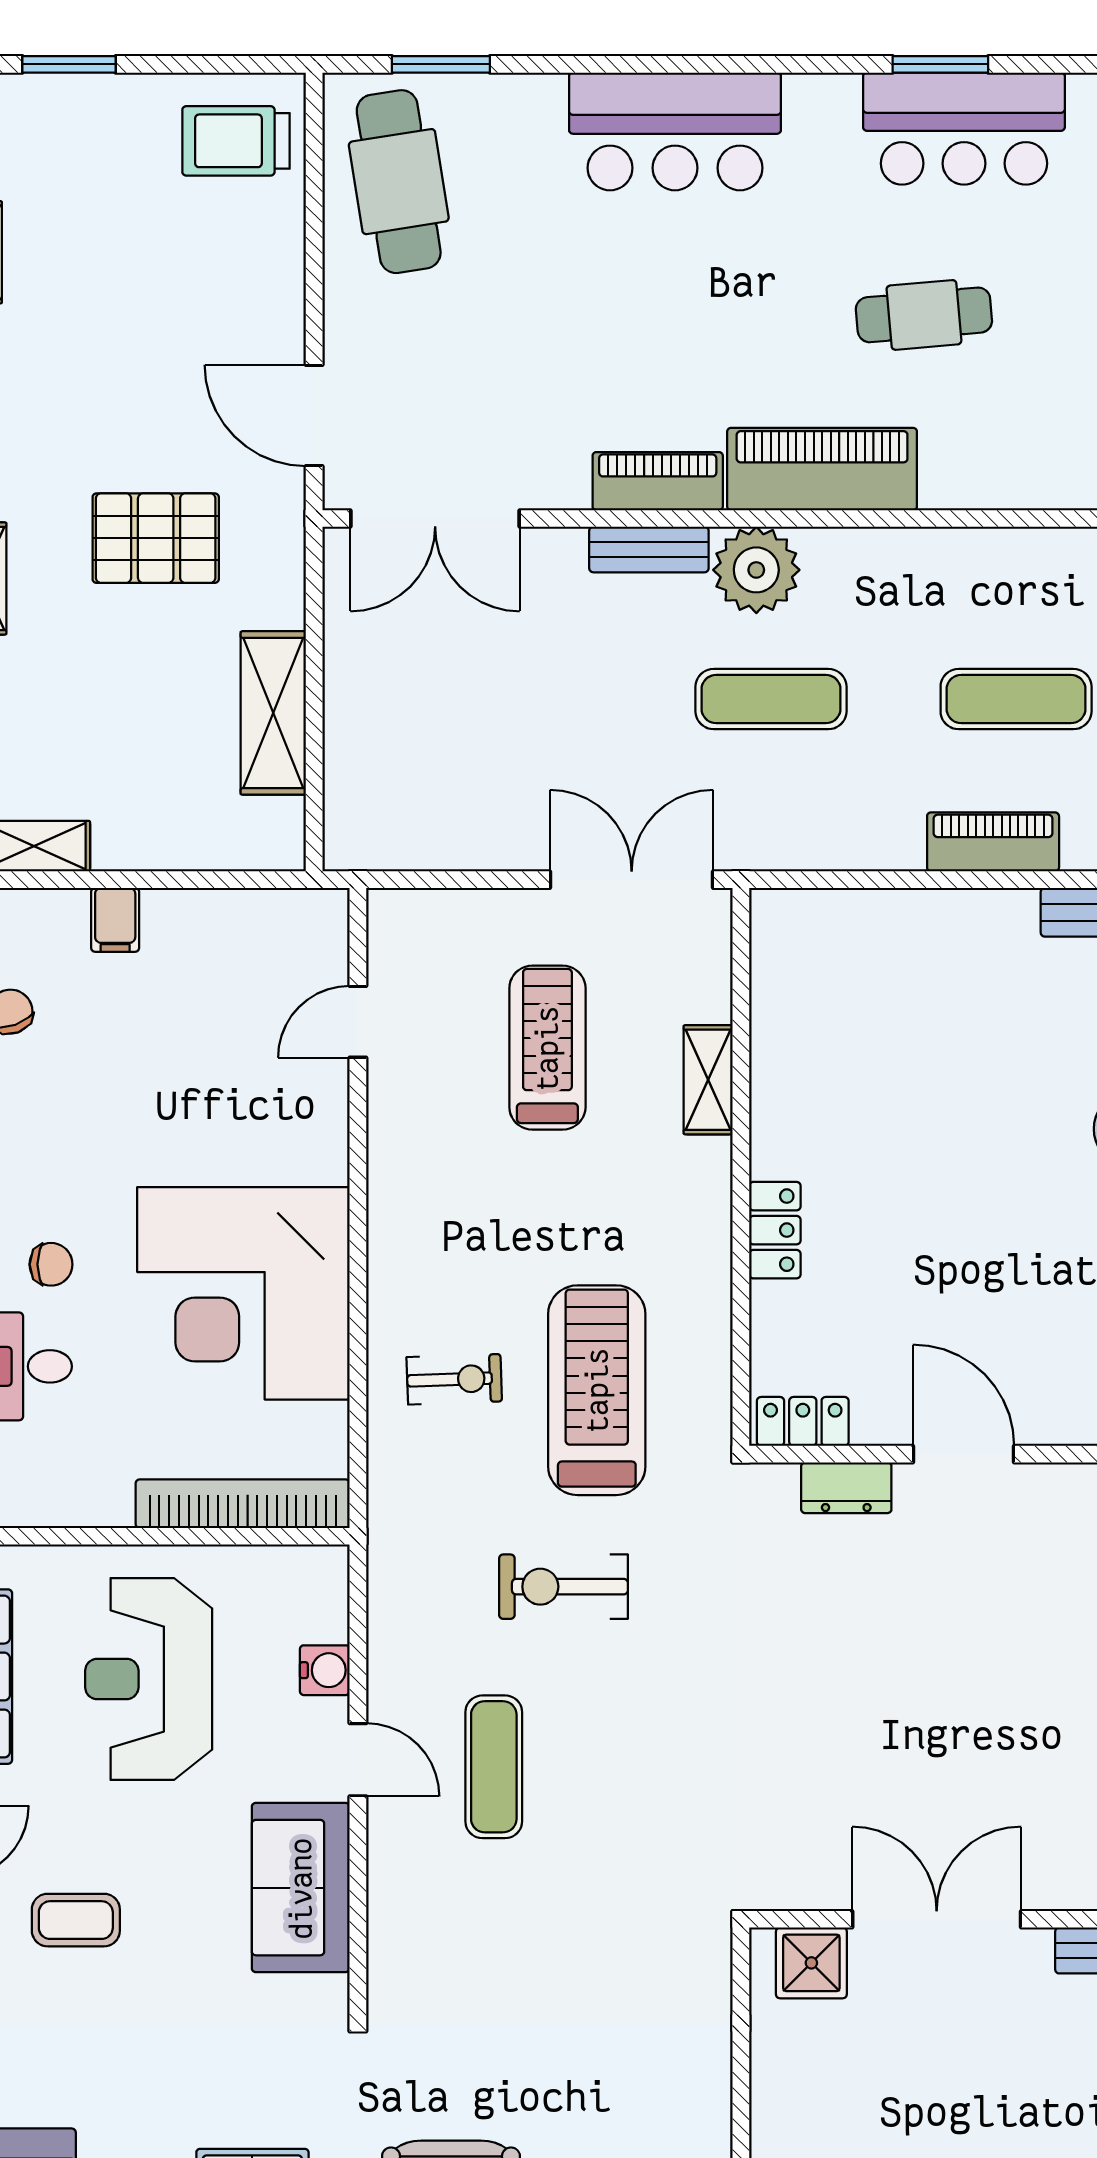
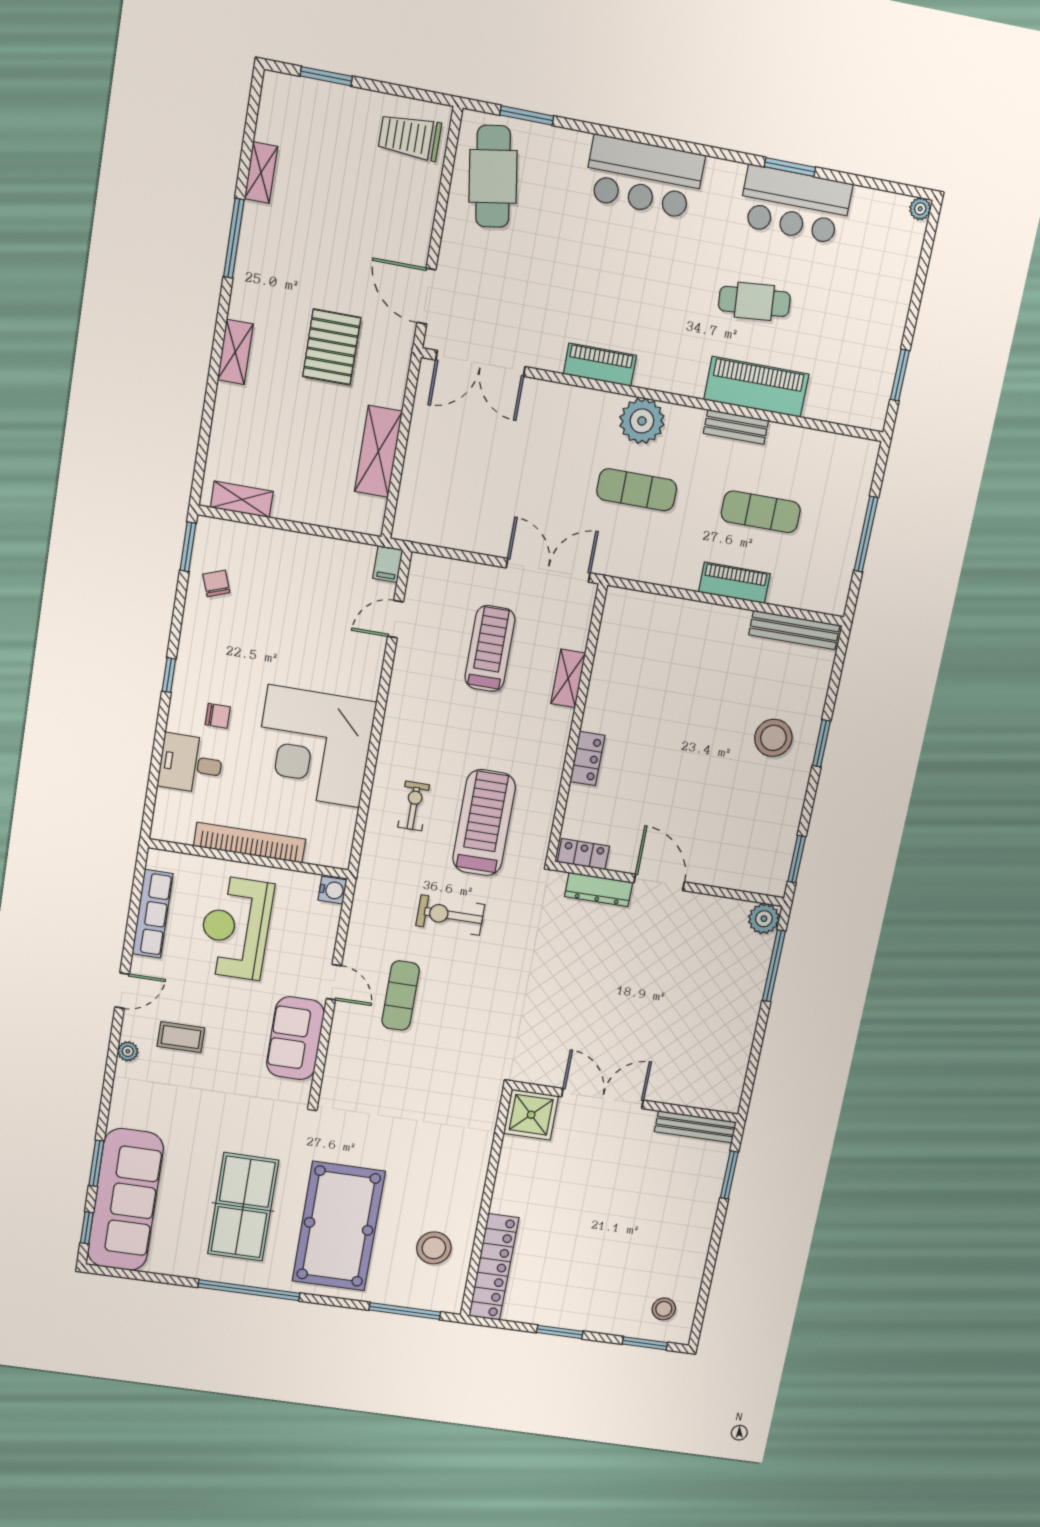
piano: (822, 469) -> (756, 387), moved
pallet: (156, 538) -> (332, 347), turned 90
bench: (649, 549) -> (736, 427), moved
filing cabinet: (115, 920) -> (388, 564), moved
exercise bike: (454, 1379) -> (414, 806), turned -88
dresser: (846, 1488) -> (599, 889), width x1.44
bookcase: (243, 1504) -> (250, 843), moved
water cooler: (325, 1670) -> (332, 890), moved
shower: (811, 1963) -> (531, 1115), width x1.36, depth x1.36

